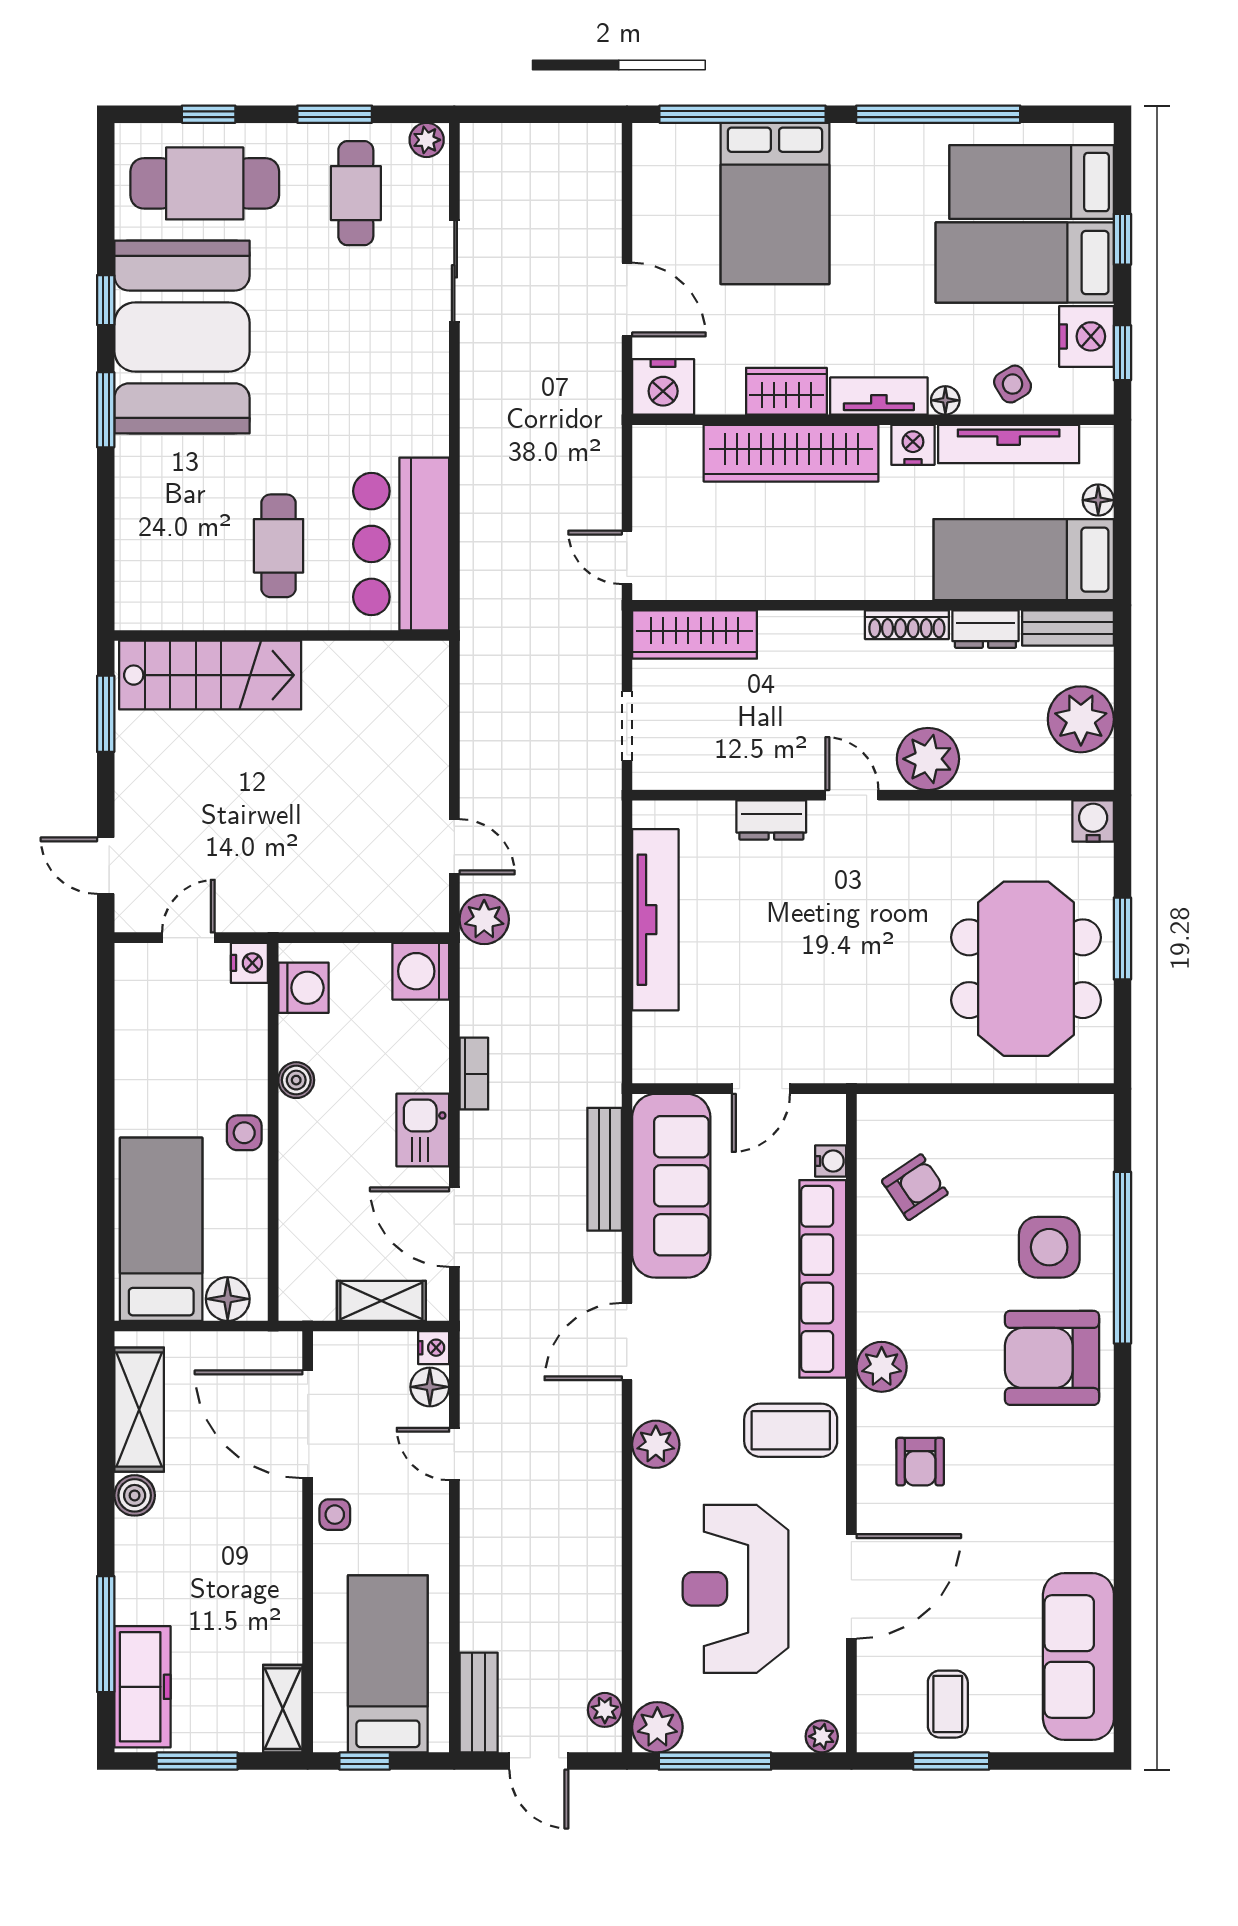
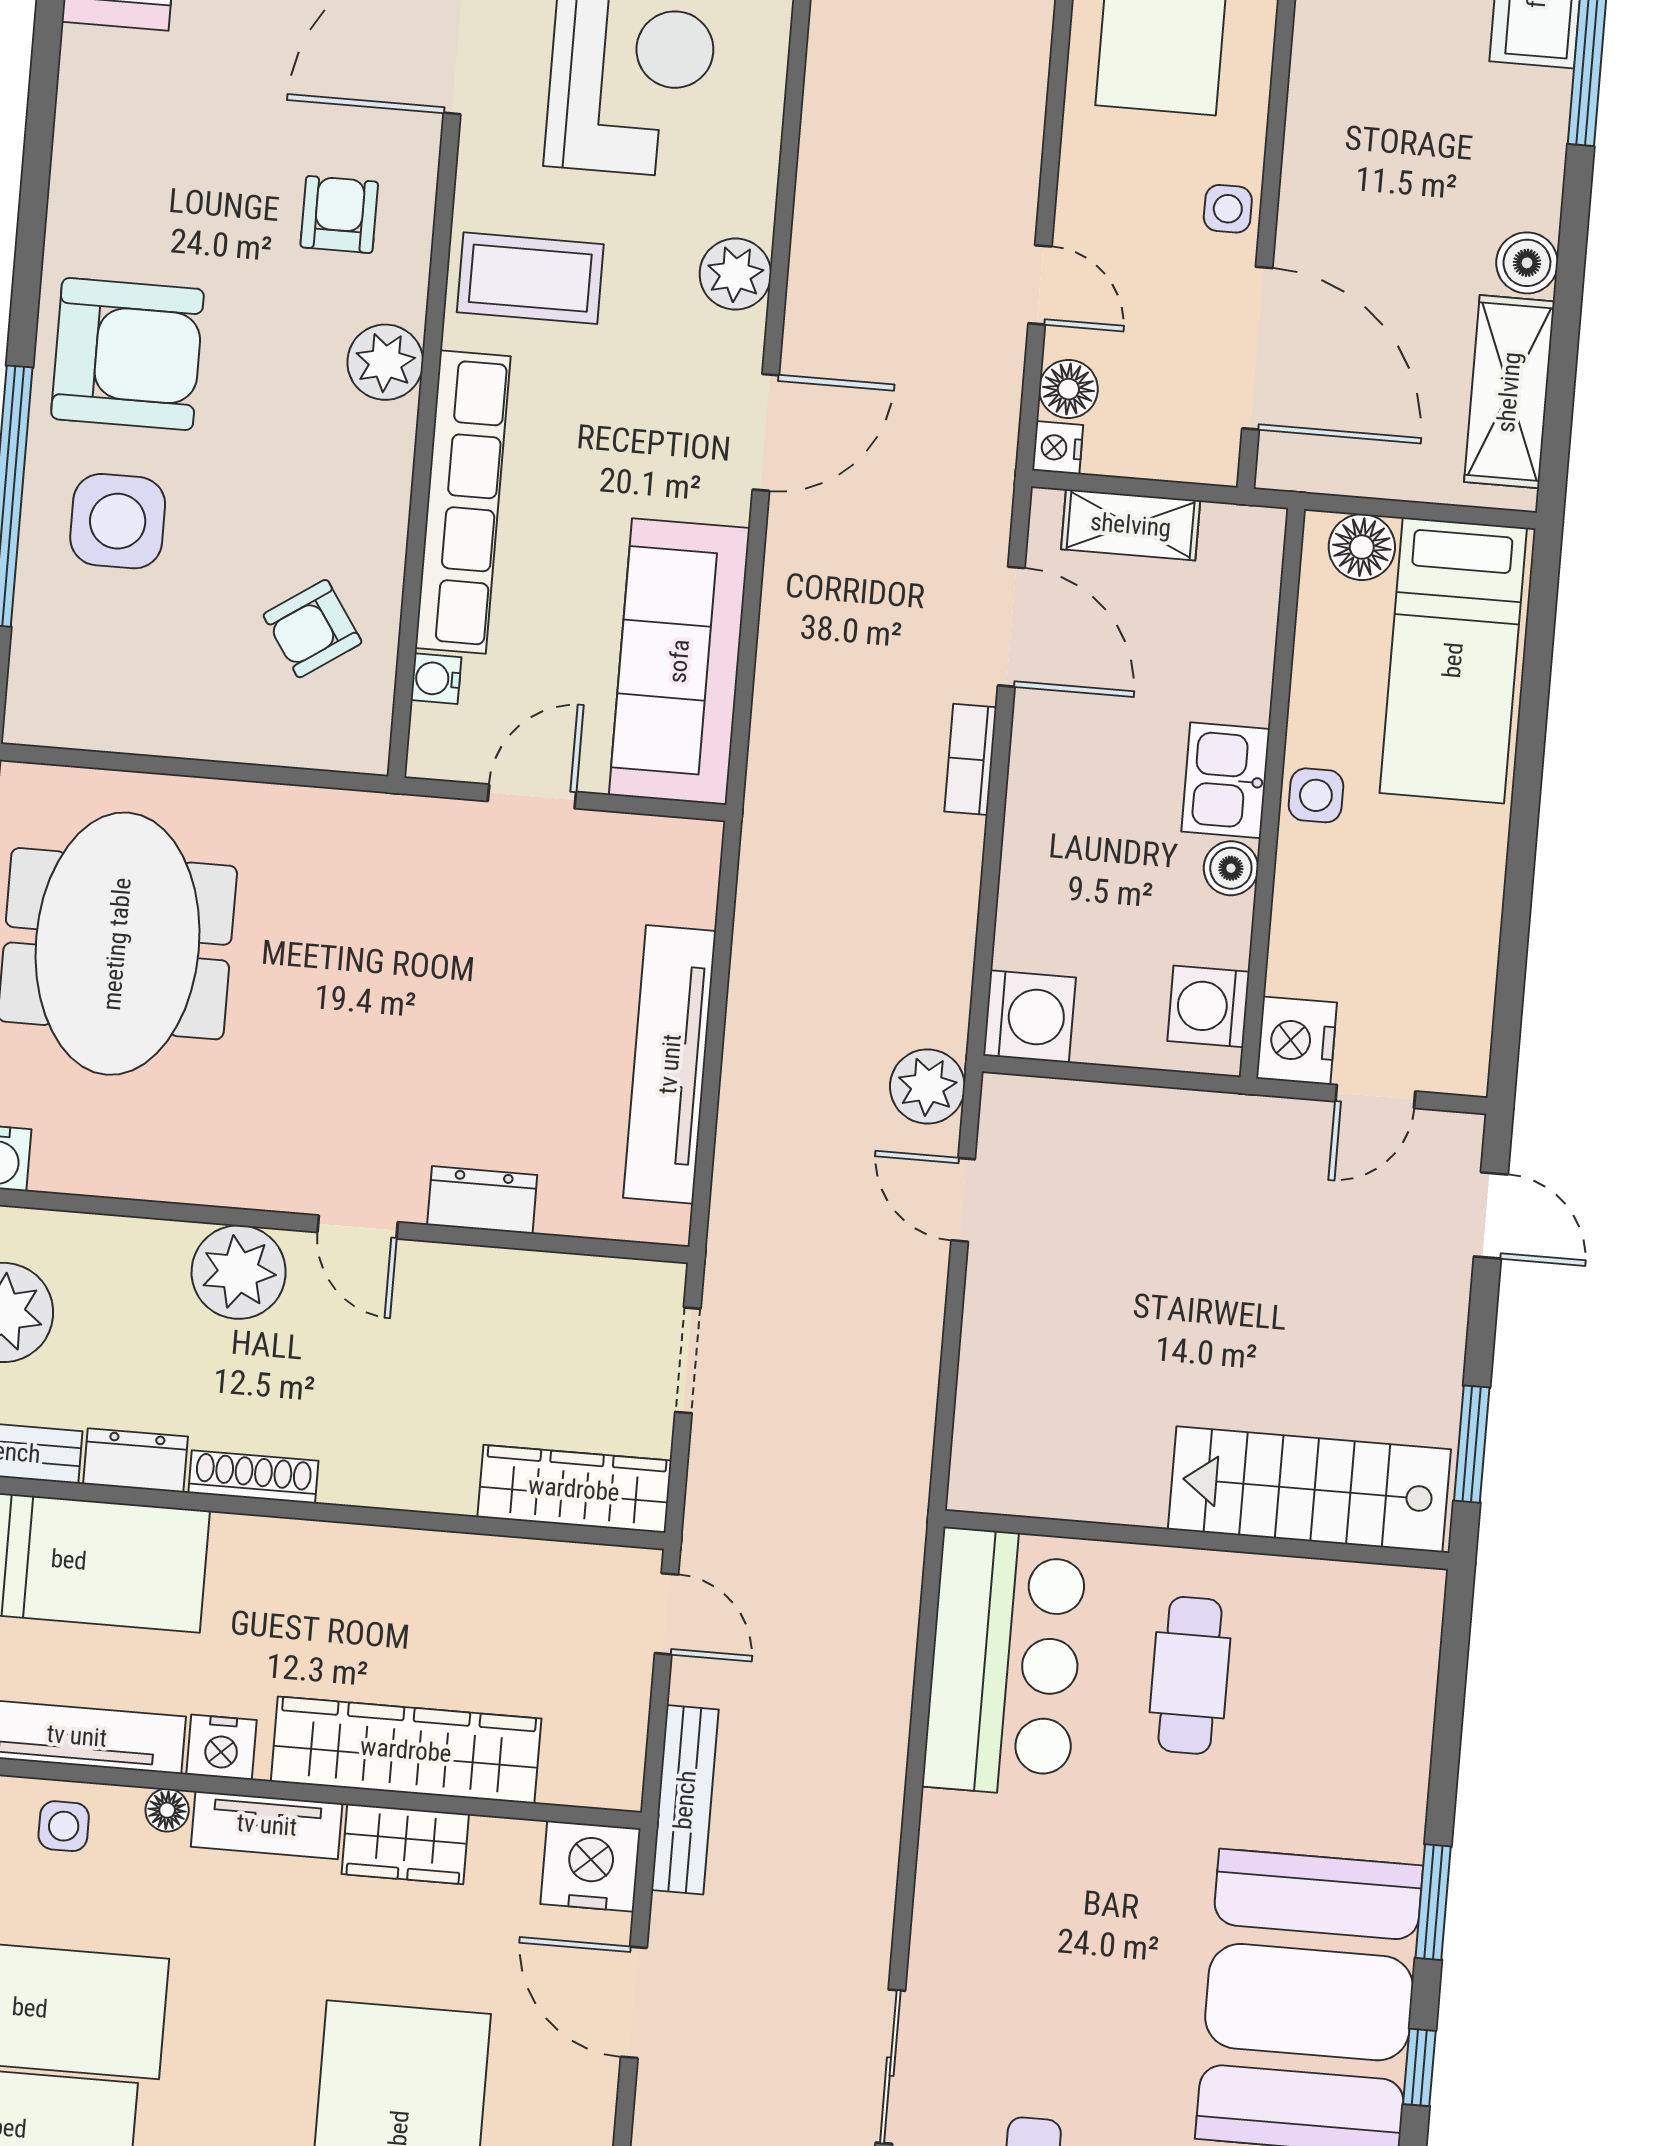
side table: (1013, 384) -> (64, 1826), turned 31
nightstand: (249, 963) -> (1297, 1041), width x1.36, depth x1.33
bookcase: (474, 1074) -> (971, 759), moved
kitchen sink: (423, 1130) -> (1226, 780), moved, turned 180
bench: (605, 1169) -> (685, 1800), moved

